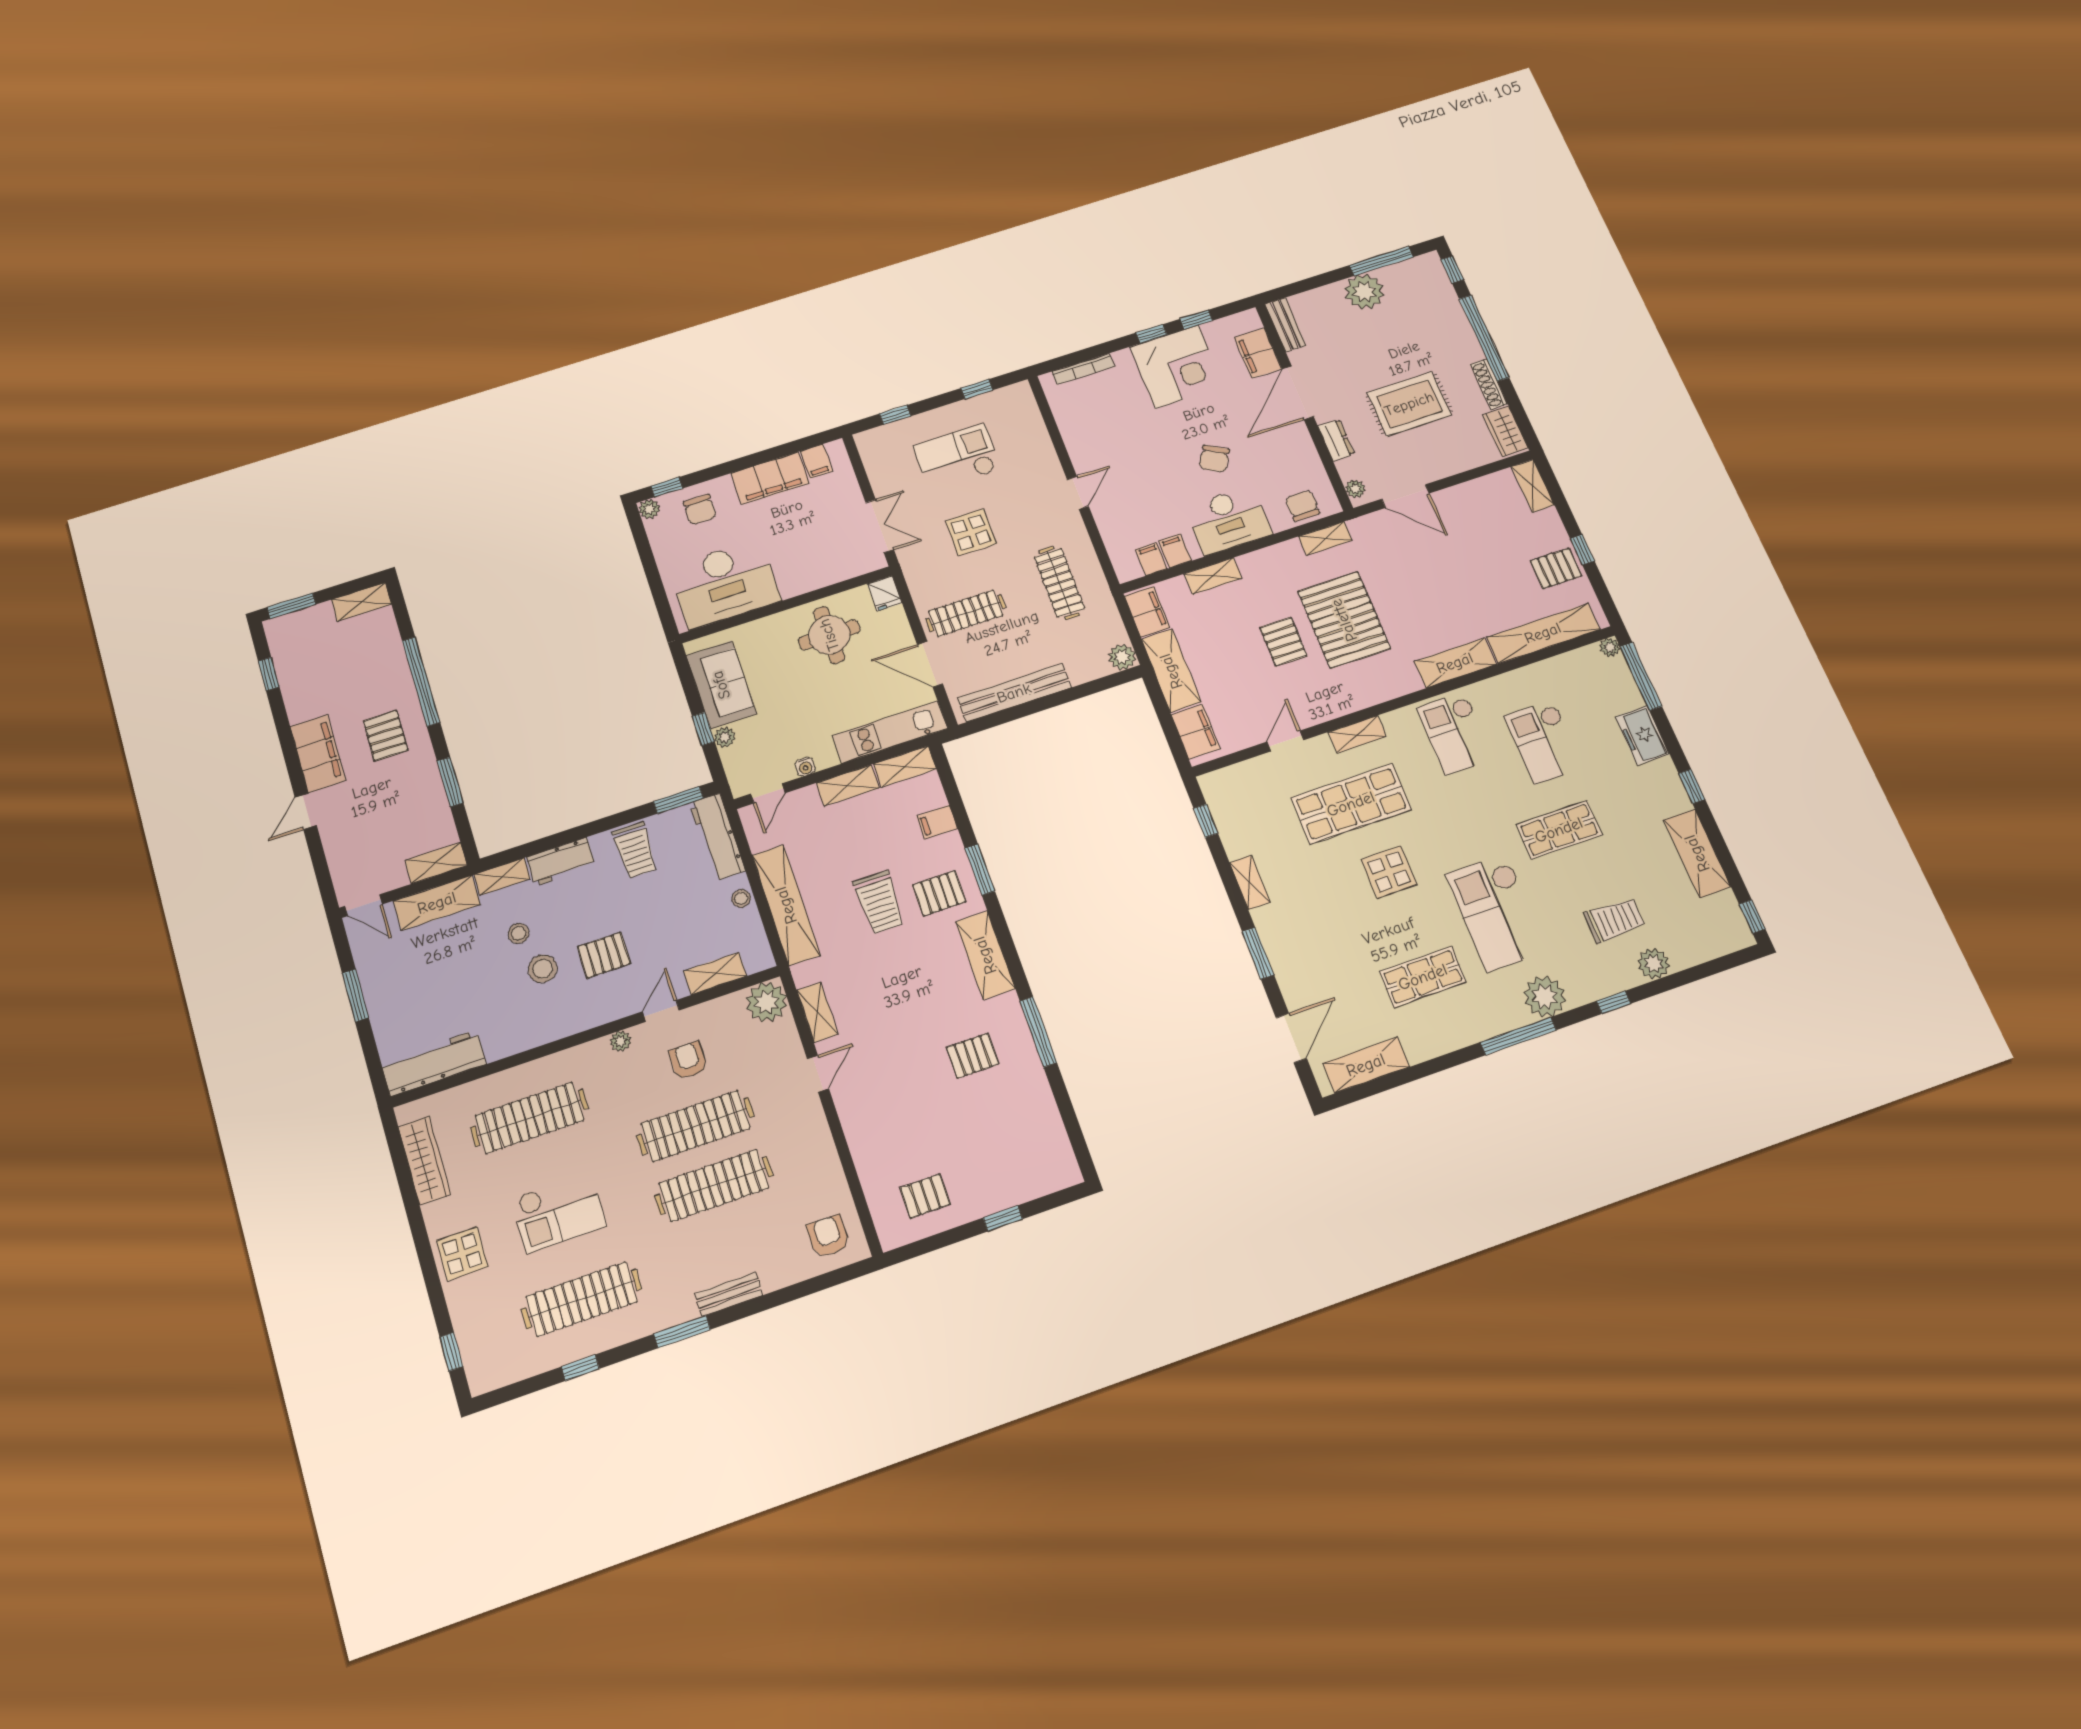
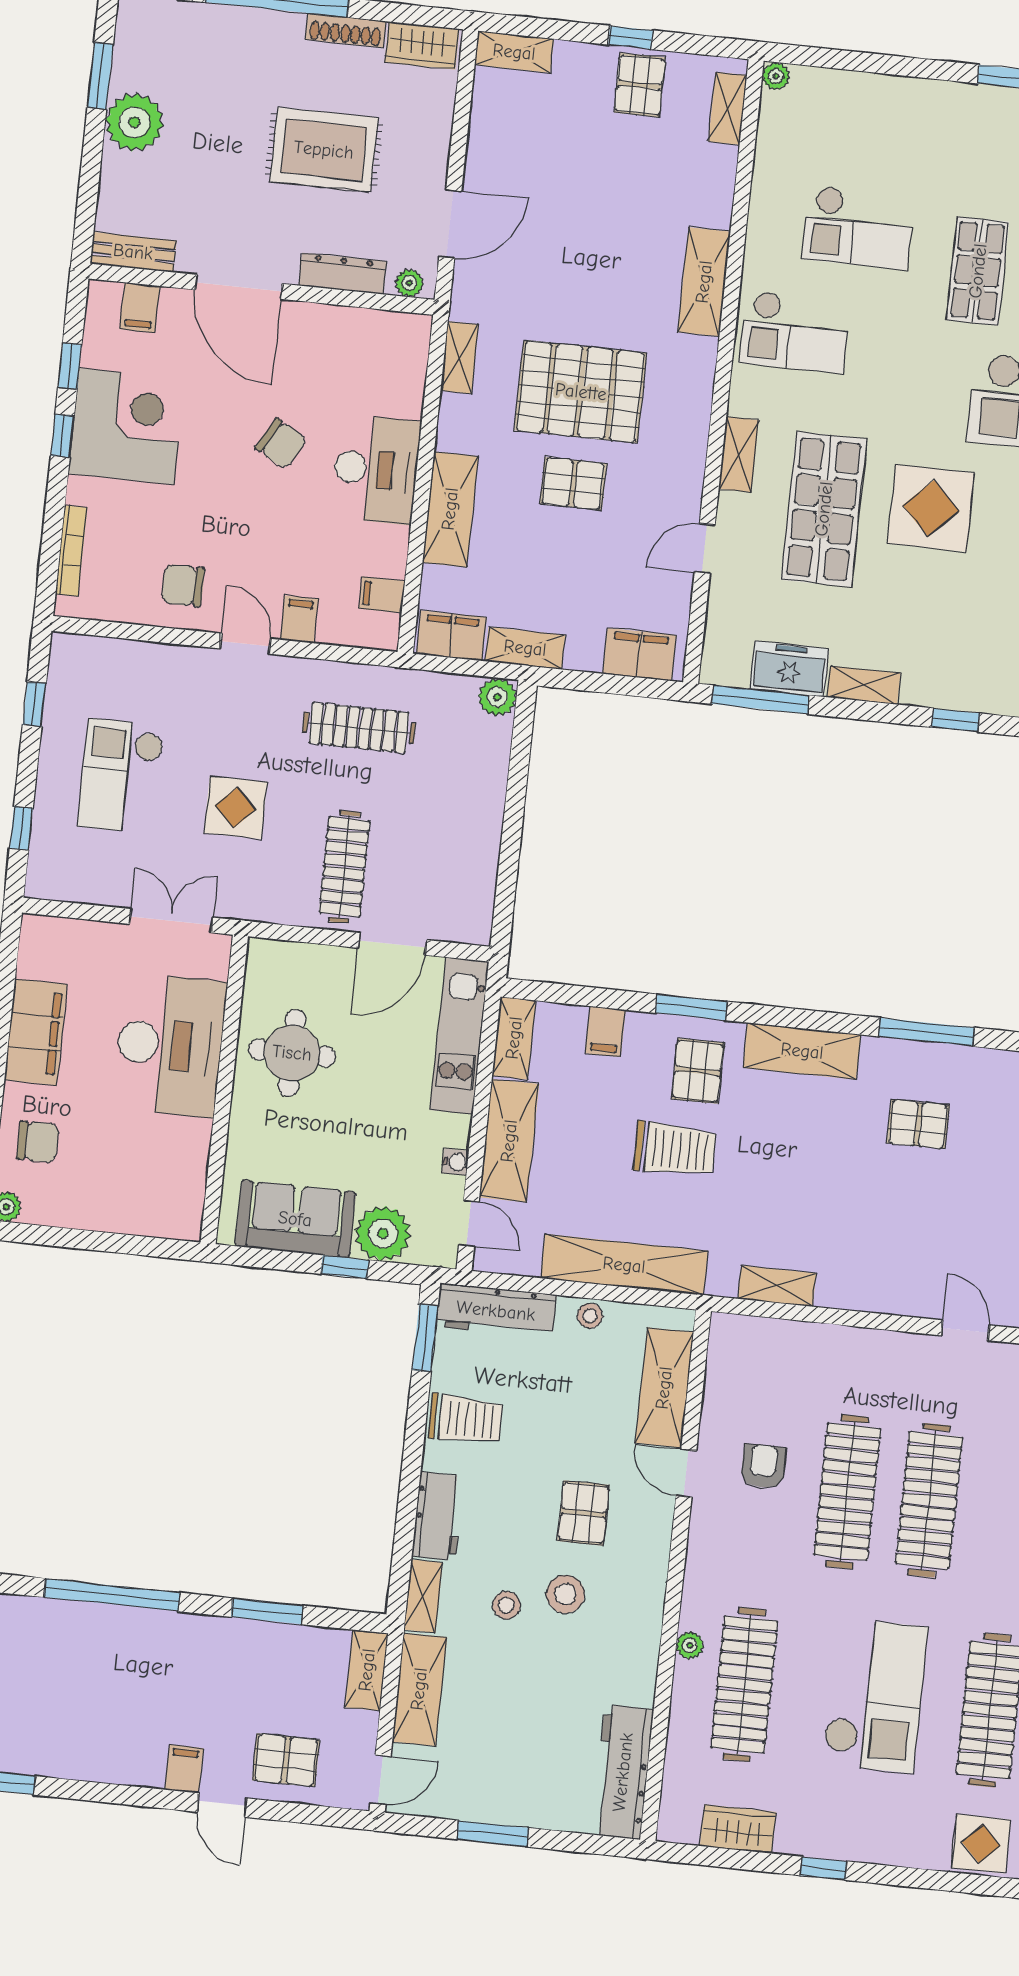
window: (1381, 261) -> (100, 76), width x0.69
filing cabinet: (1258, 353) -> (140, 308), width x0.50
rug: (1409, 404) -> (324, 150), turned 90
dresser: (1336, 440) -> (343, 274), width x1.44
filing cabinet: (816, 461) -> (40, 961), removed
chair: (1302, 506) -> (183, 585), moved
filing cabinet: (1175, 551) -> (299, 619), moved, turned 90
shelving: (1213, 576) -> (450, 509), width x1.50, depth x1.33
desk: (725, 584) -> (170, 1045), moved
fridge: (885, 593) -> (268, 957), removed
shelving: (1543, 633) -> (728, 108), width x0.45, depth x0.75
shelving: (1171, 671) -> (525, 648), width x0.67, depth x0.75
window: (1641, 676) -> (832, 59), removed
bench: (1014, 693) -> (481, 856), removed
freezer: (1642, 735) -> (789, 669), moved, turned 180
pallet: (386, 736) -> (286, 1760), moved
plant: (725, 737) -> (383, 1234), width x1.88, depth x1.88
door: (1285, 741) -> (705, 549), hinge flipped
filing cabinet: (318, 754) -> (184, 1769), width x0.33, depth x0.86
shelving: (848, 785) -> (509, 1141), width x1.50, depth x1.33
window: (1206, 821) -> (761, 700), width x2.17
display table: (1389, 872) -> (931, 508), width x1.36, depth x1.36
window: (1258, 953) -> (956, 720), width x0.67
shelving: (715, 973) -> (664, 1388), width x1.50, depth x1.33
plant: (767, 1002) -> (736, 1342), removed
plant: (620, 1041) -> (690, 1645), moved
pallet: (973, 1056) -> (918, 1124), turned 90
armchair: (688, 1060) -> (763, 1466), turned 90
door: (818, 1074) -> (965, 1330), moved
wardrobe: (424, 1161) -> (738, 1829), width x0.67
checkout: (559, 1212) -> (875, 1695), width x1.36, depth x1.21
display table: (462, 1254) -> (981, 1844), moved
window: (451, 1352) -> (824, 1868), moved

